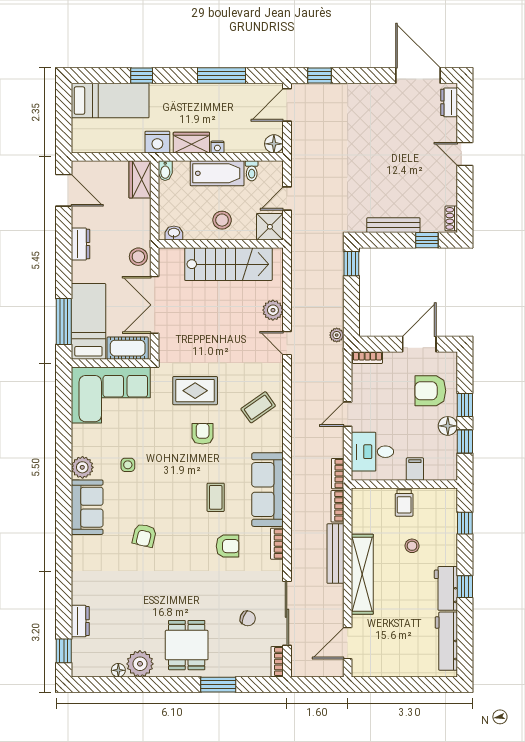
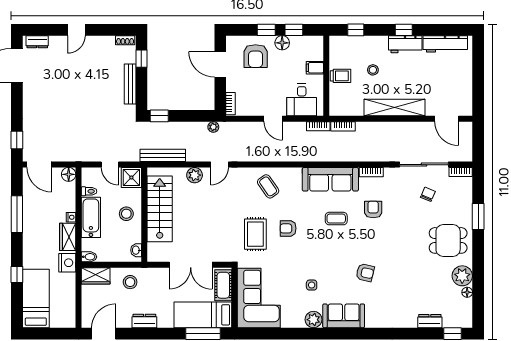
stool: (138, 257) -> (130, 282), moved
bench: (335, 554) -> (163, 155), moved

